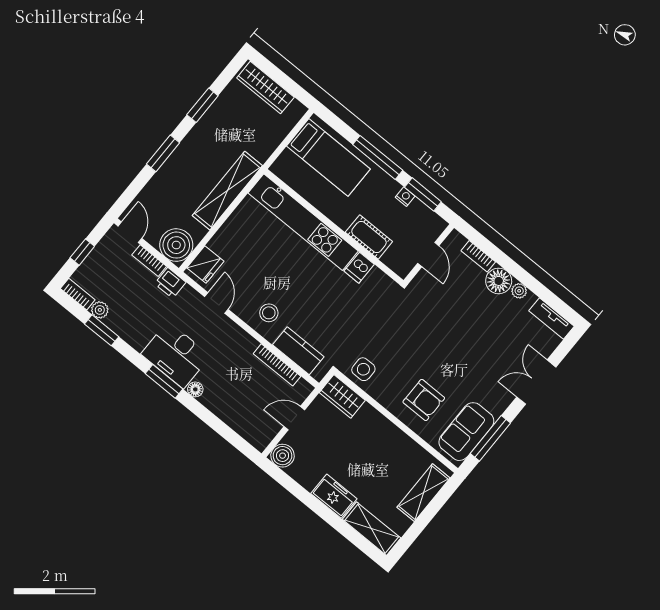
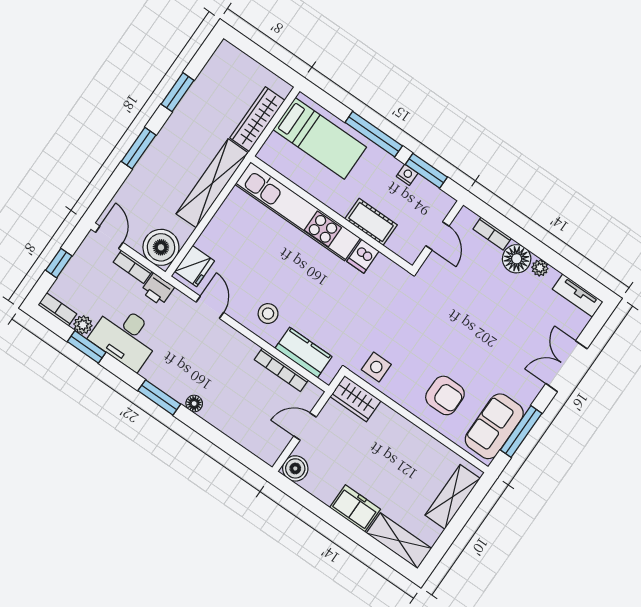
wardrobe: (265, 88) -> (257, 119), moved, turned 90
desk: (176, 355) -> (125, 337), moved

